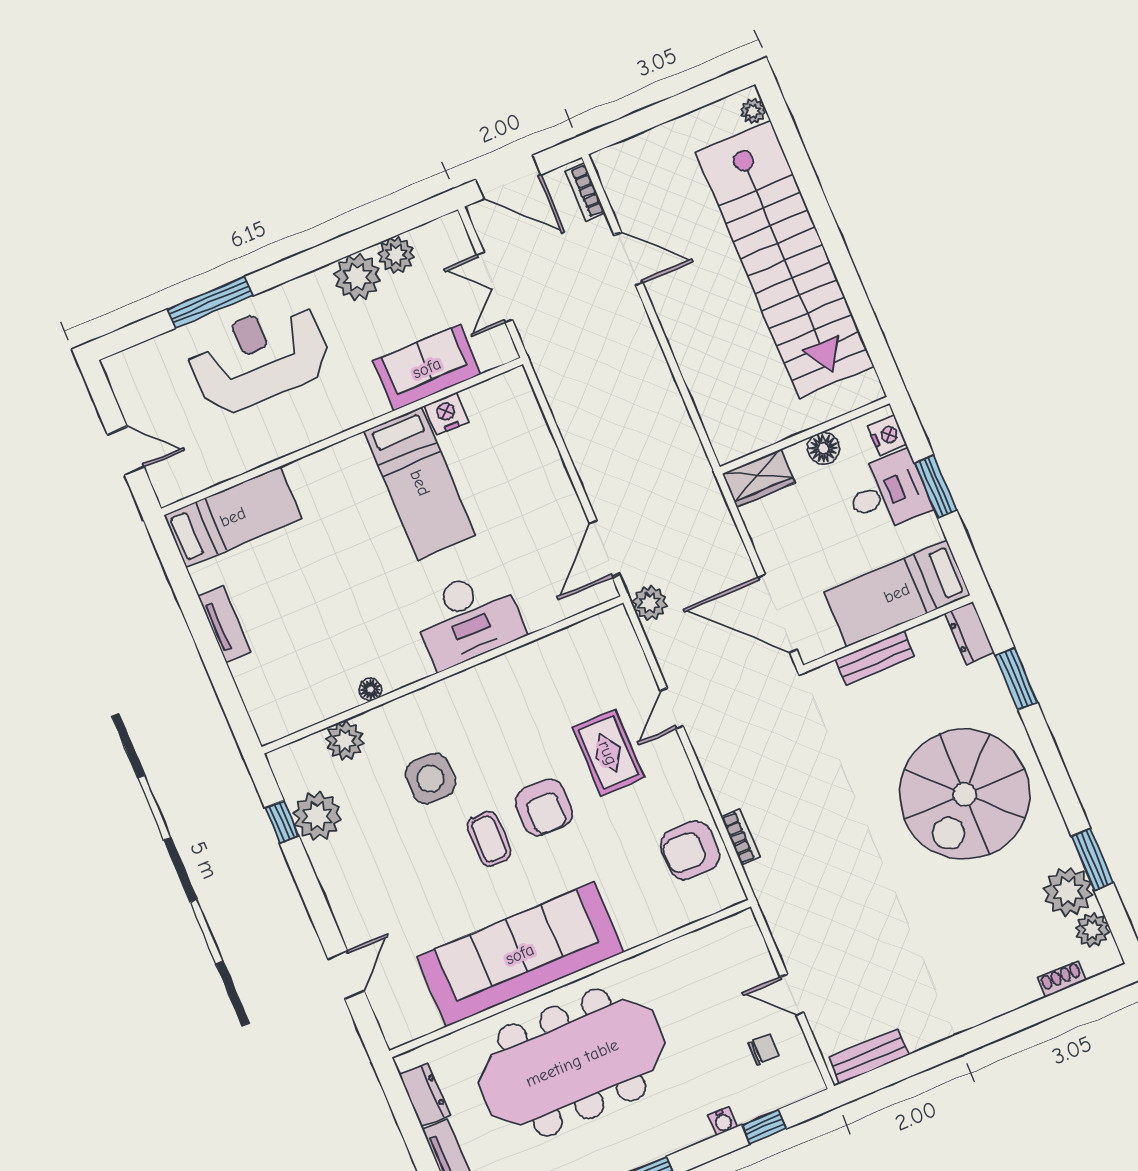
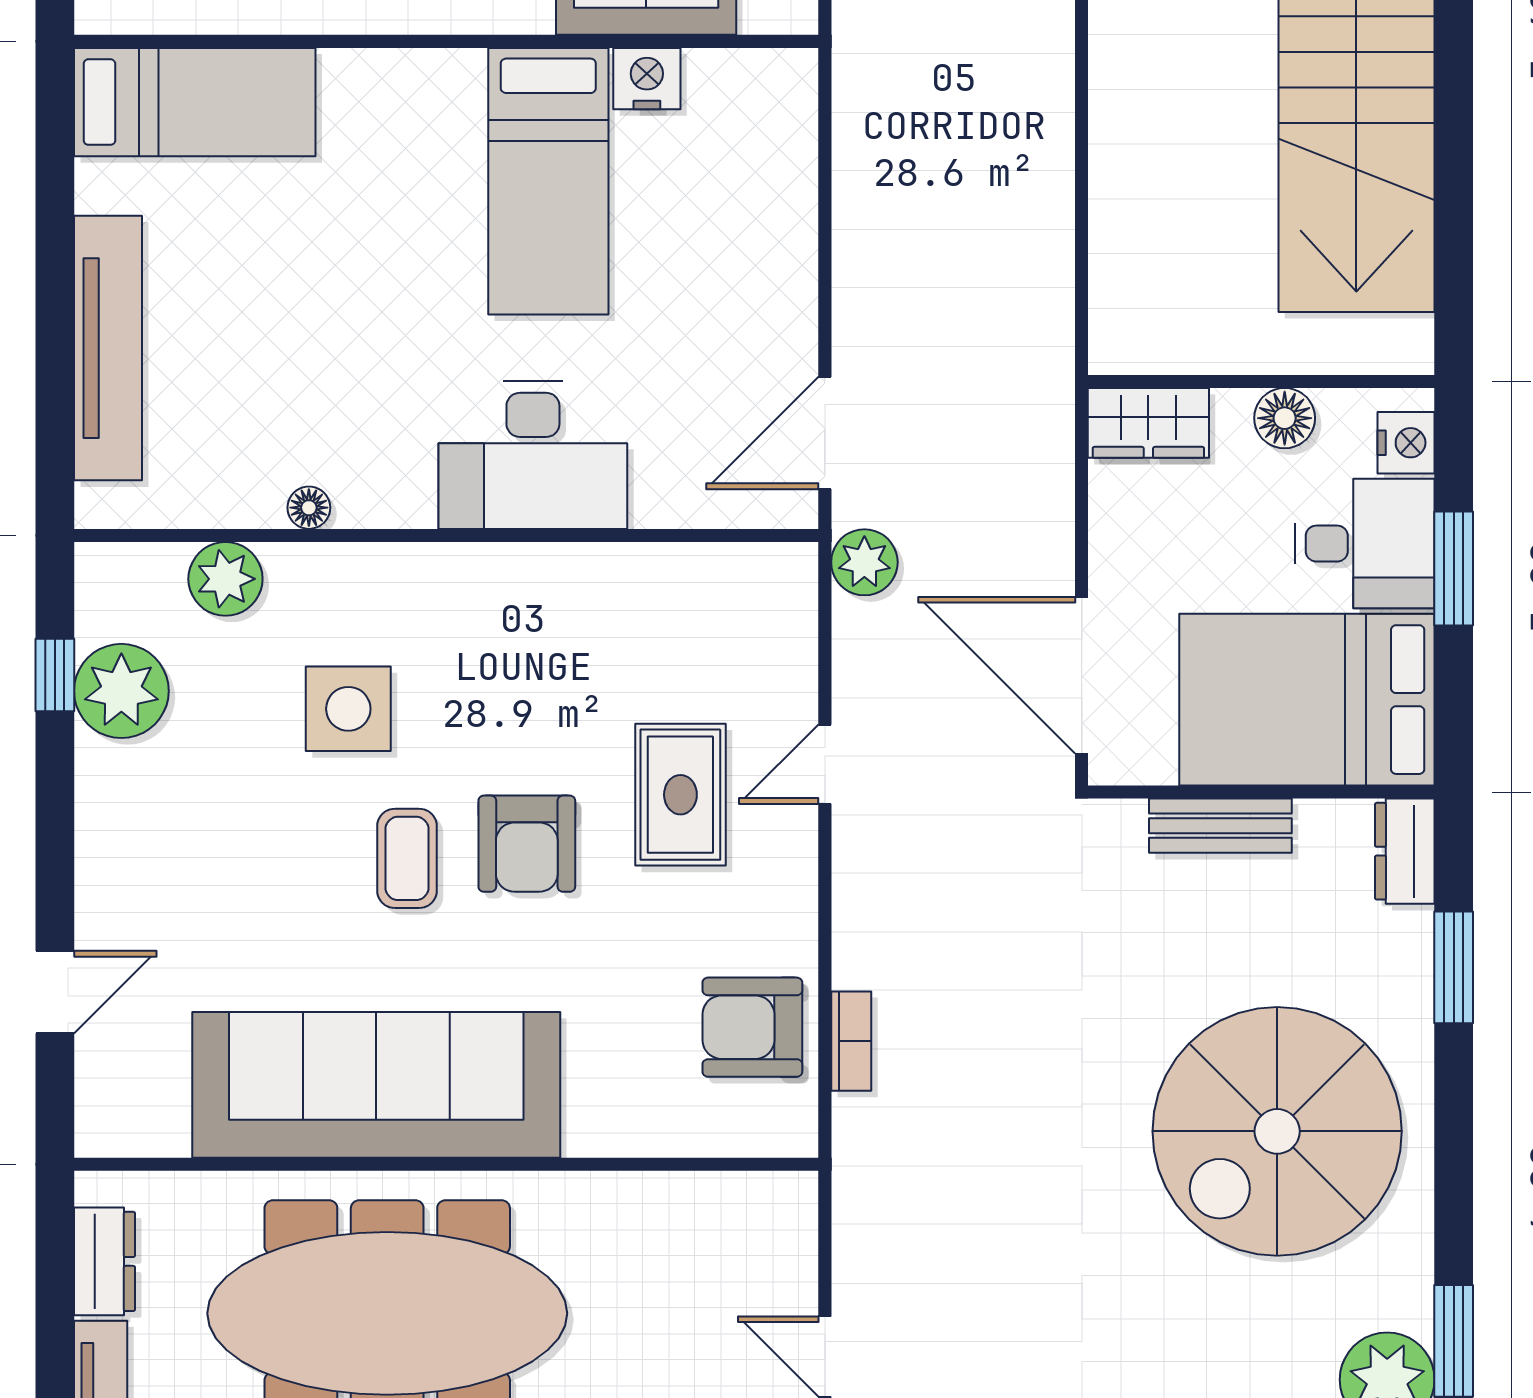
bed: (897, 593) -> (1307, 700), width x1.50
tv unit: (225, 624) -> (108, 348), width x1.92, depth x1.29

